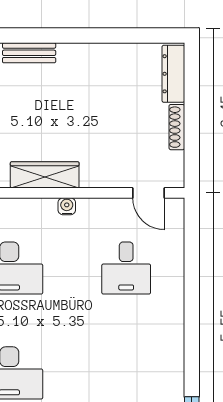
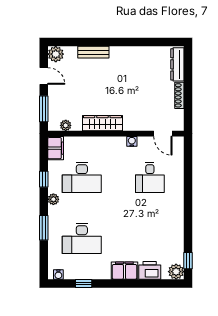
water cooler: (67, 206) -> (132, 141), moved

